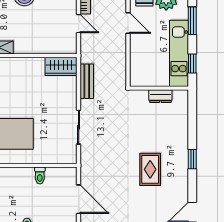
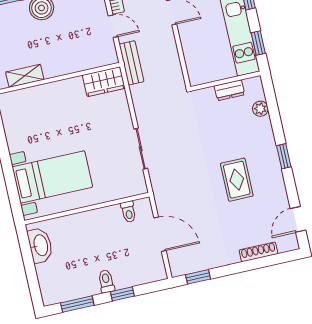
bench: (87, 81) -> (132, 63), moved
plant: (182, 117) -> (260, 109), added
toilet: (40, 176) -> (128, 212), moved

